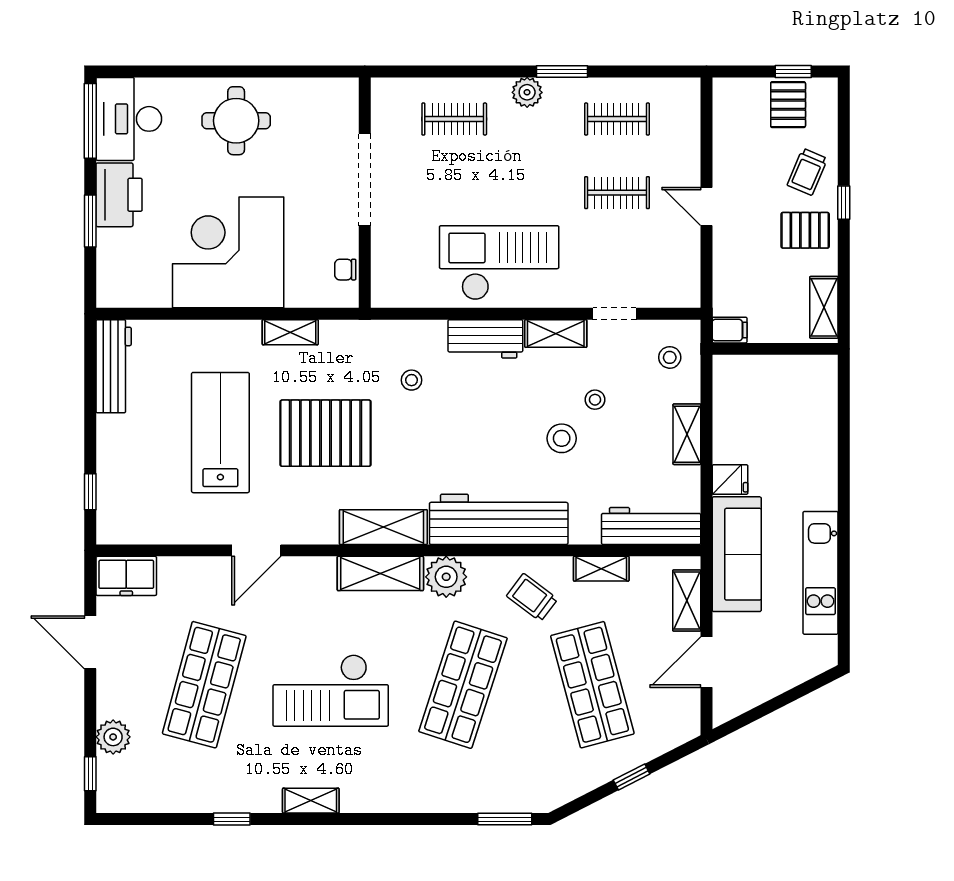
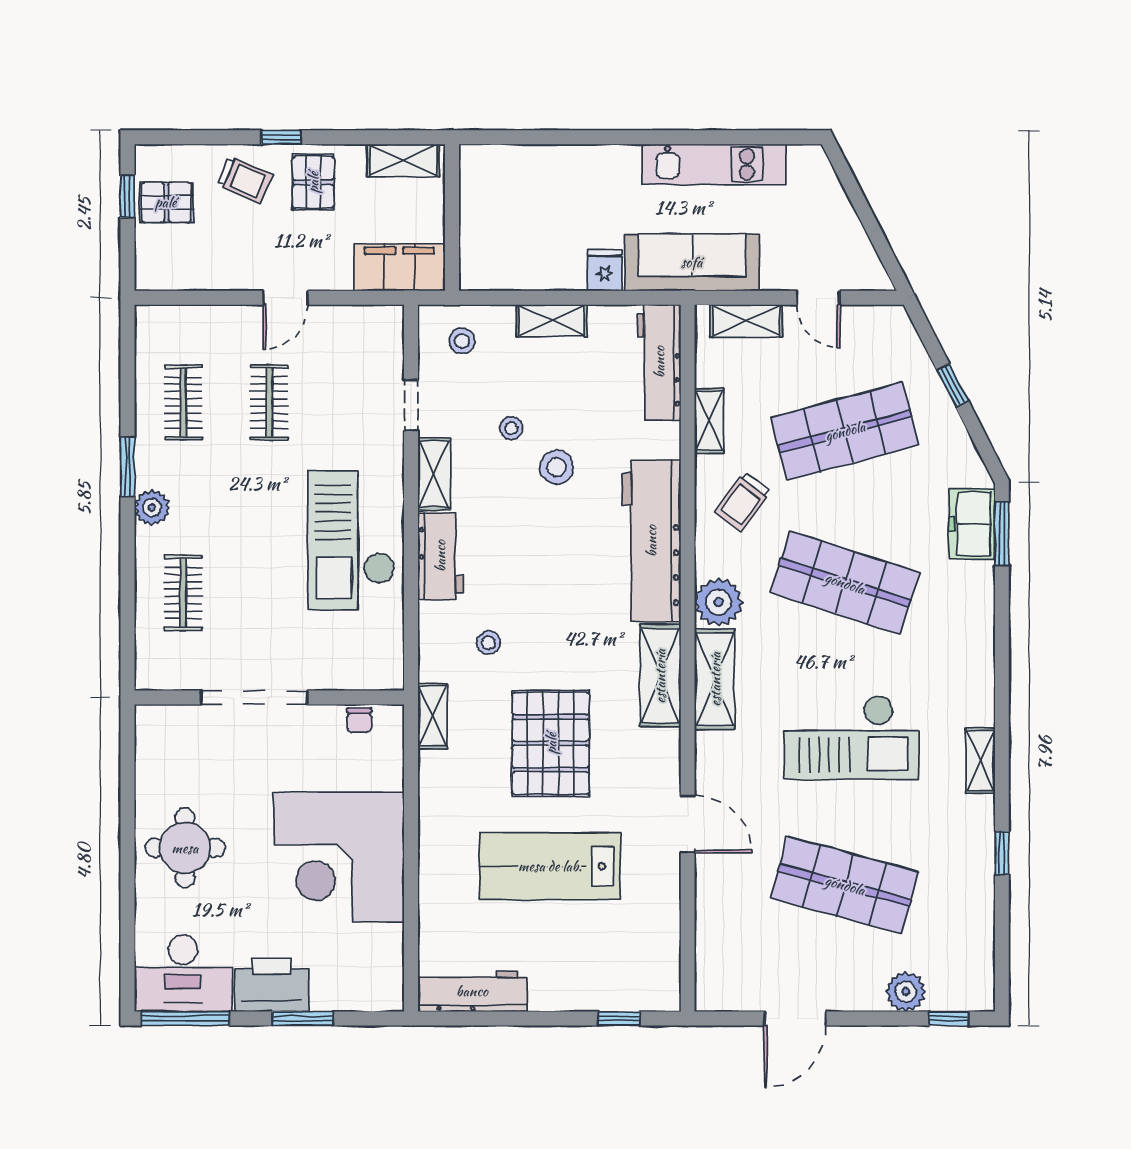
filing cabinet: (730, 330) -> (400, 267), width x3.00, depth x1.17
shelving: (290, 332) -> (432, 716), moved
freezer: (126, 576) -> (972, 524), moved, turned 180
door: (706, 662) -> (818, 298), width x0.73
checkout: (331, 690) -> (851, 737), turned 90

